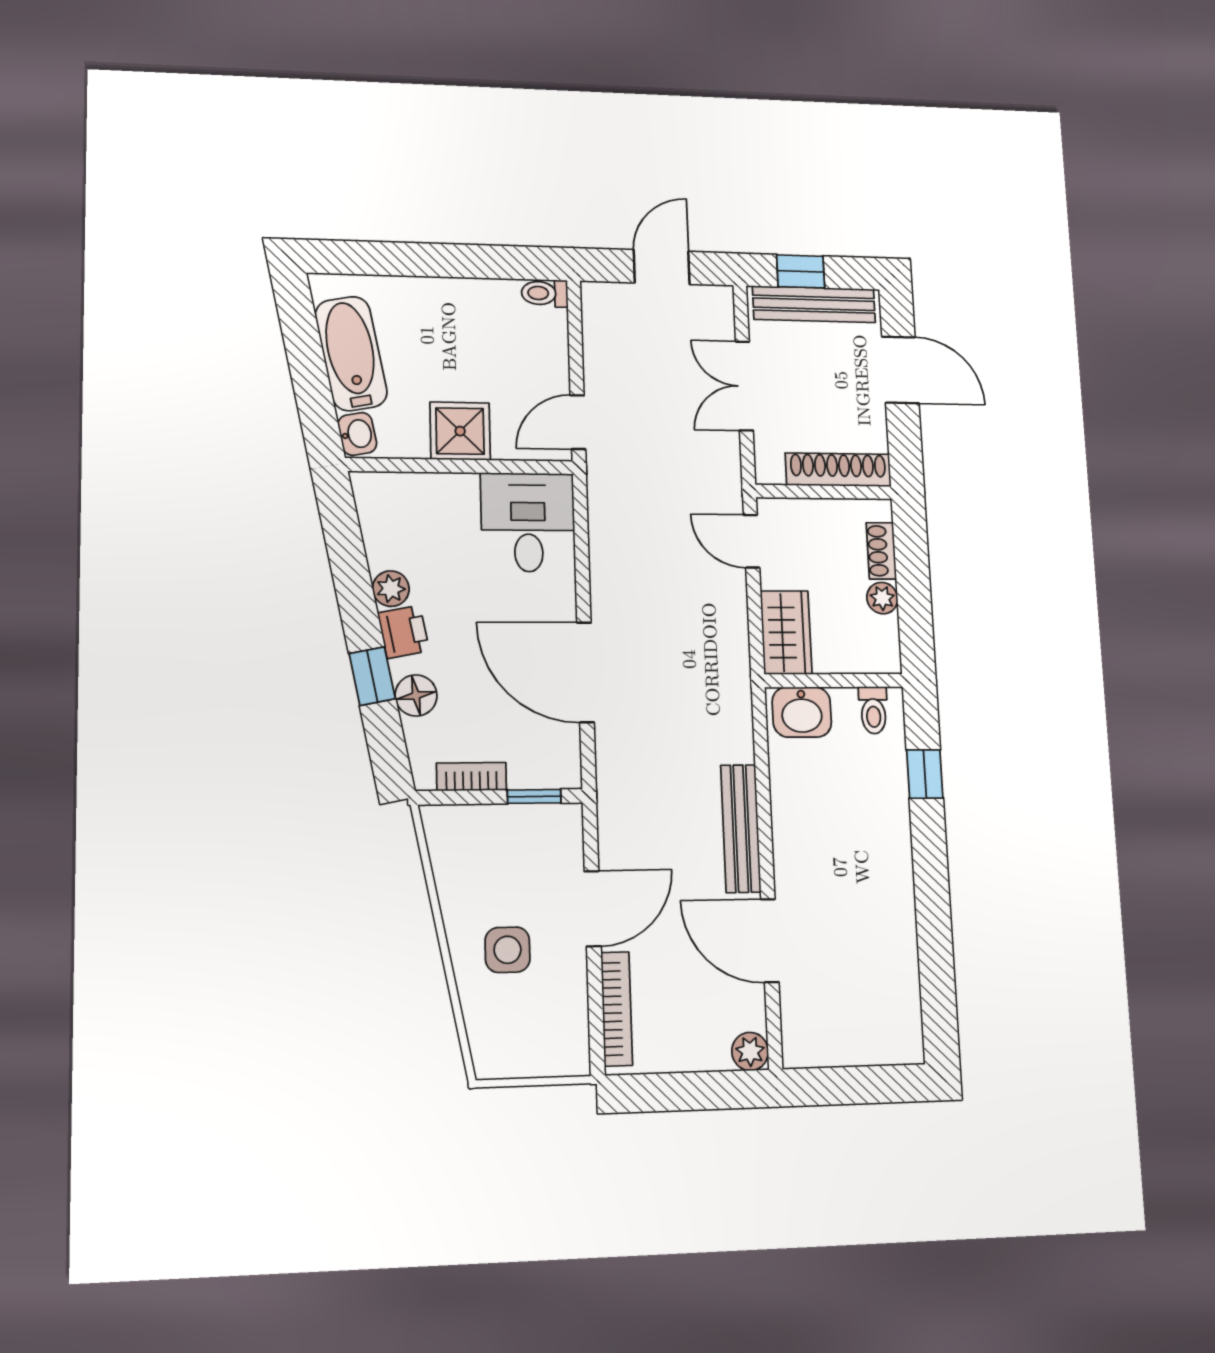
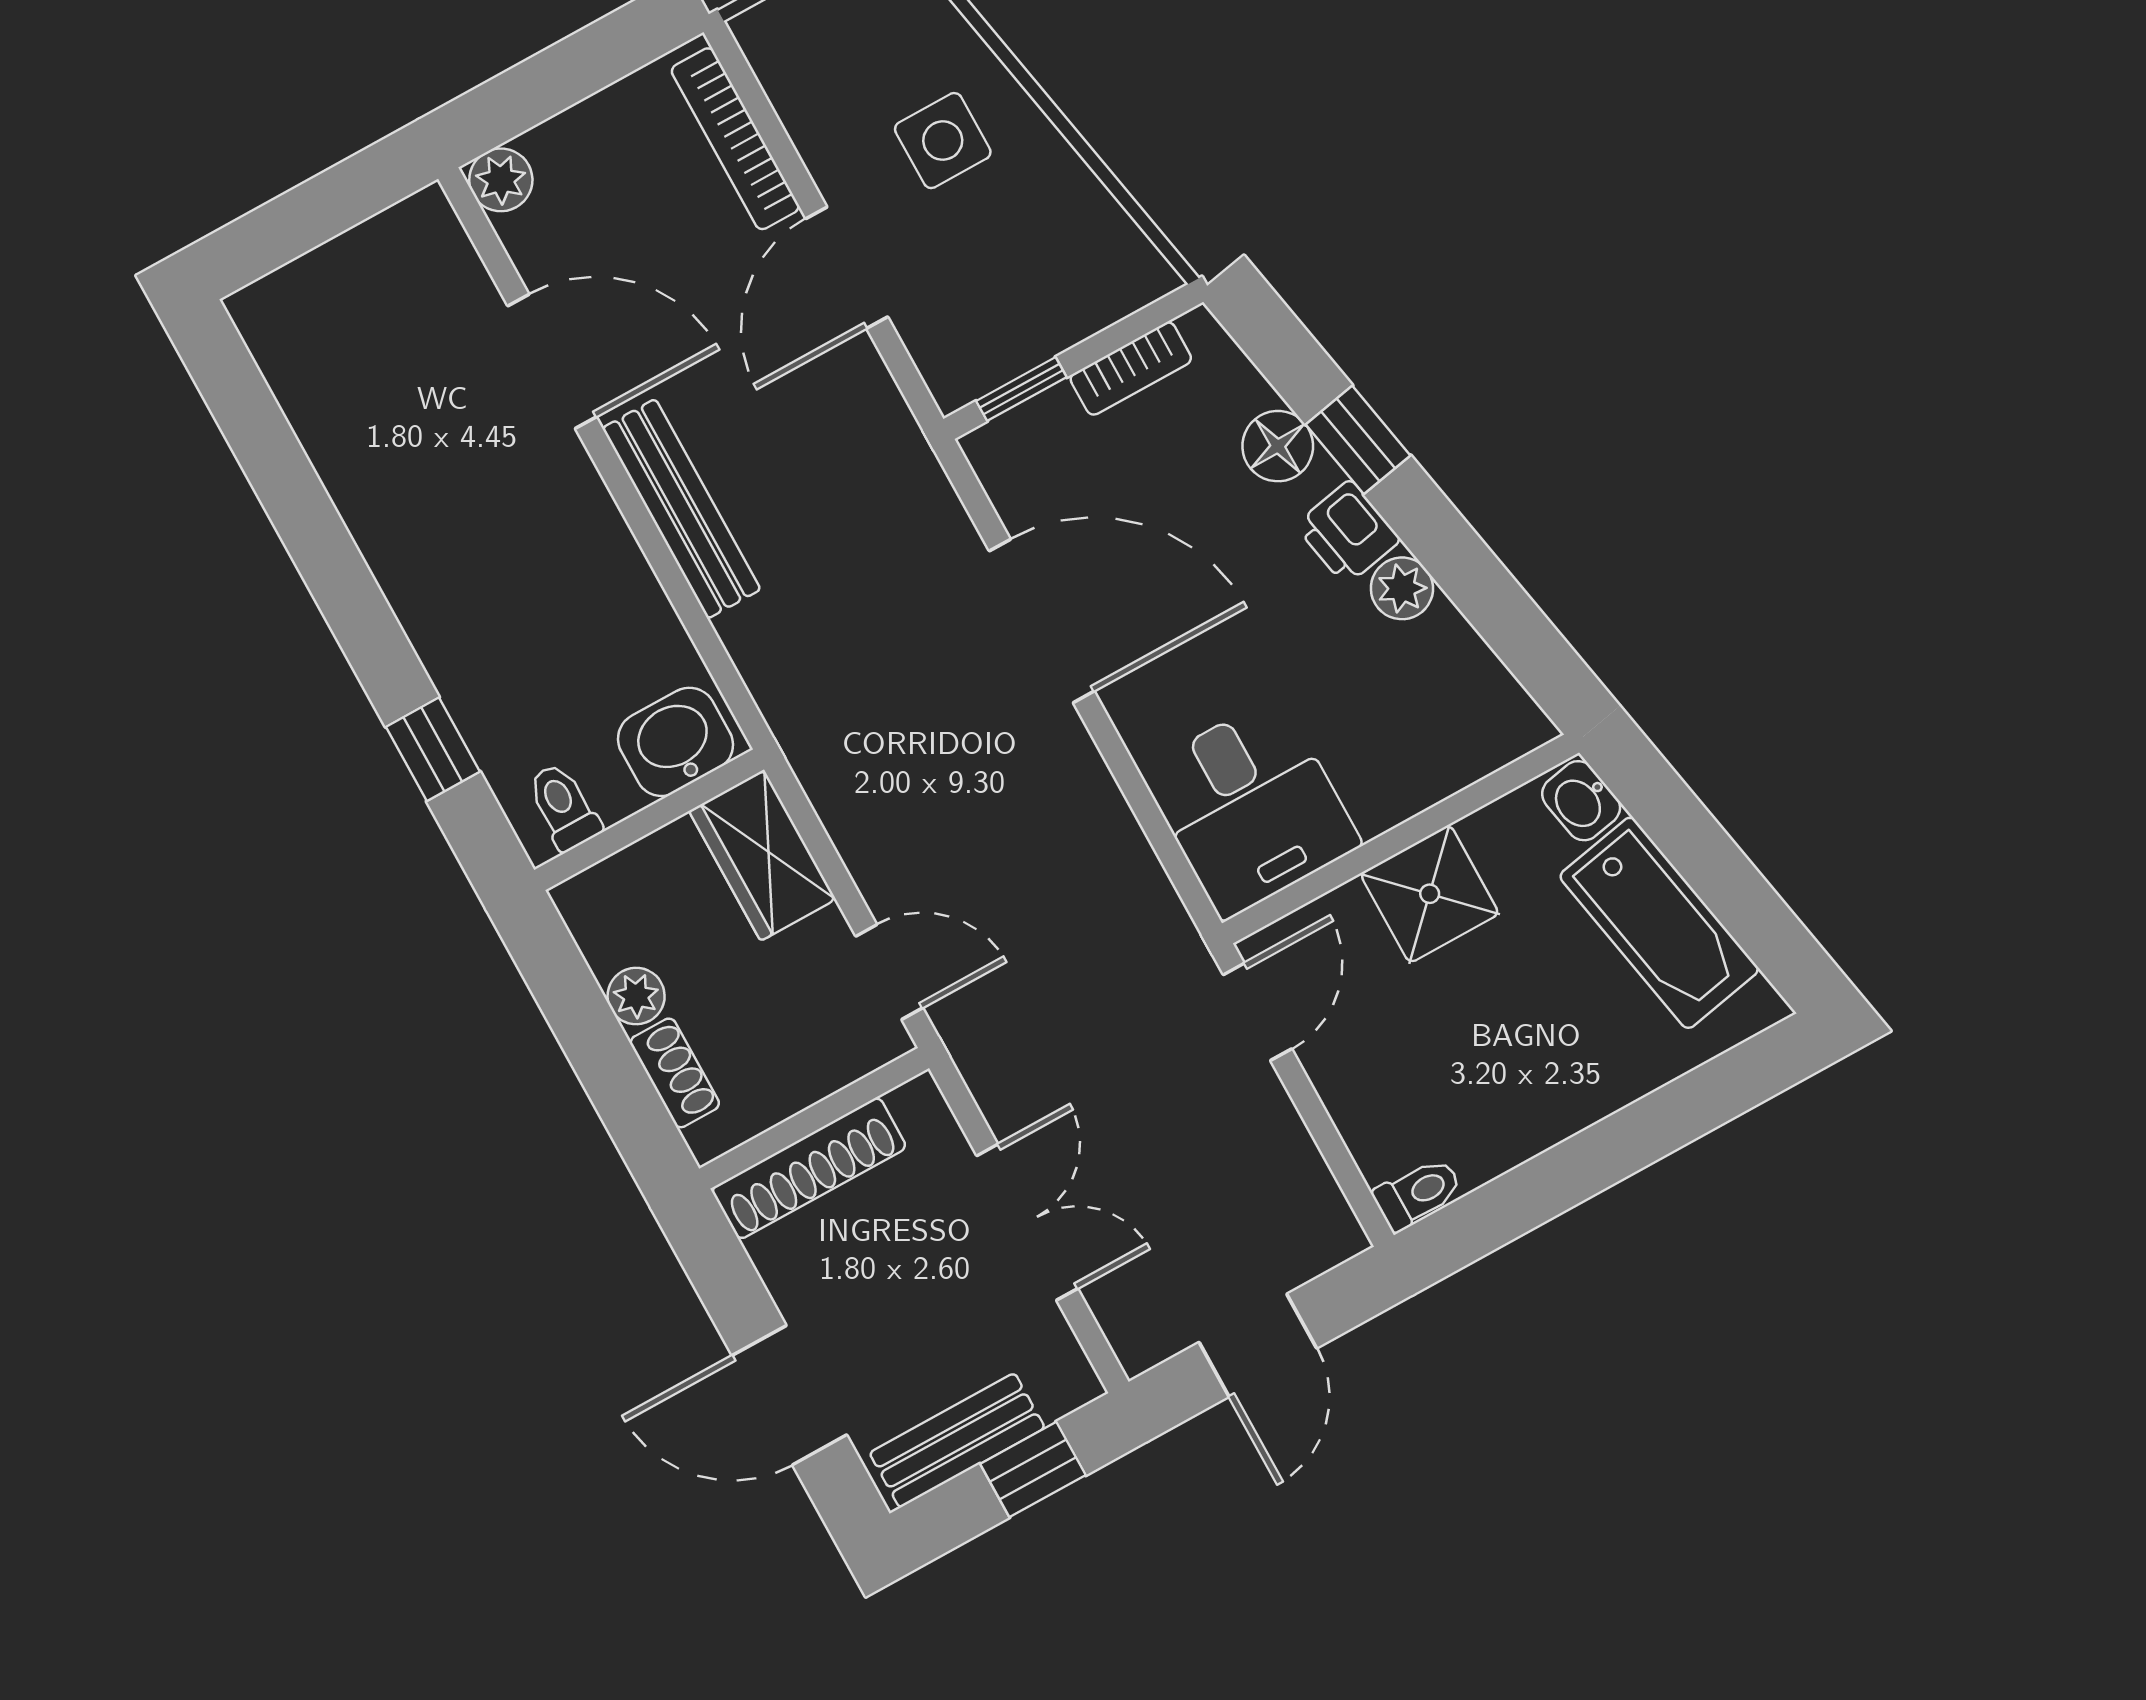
bench: (814, 304) -> (957, 1440), width x0.73

